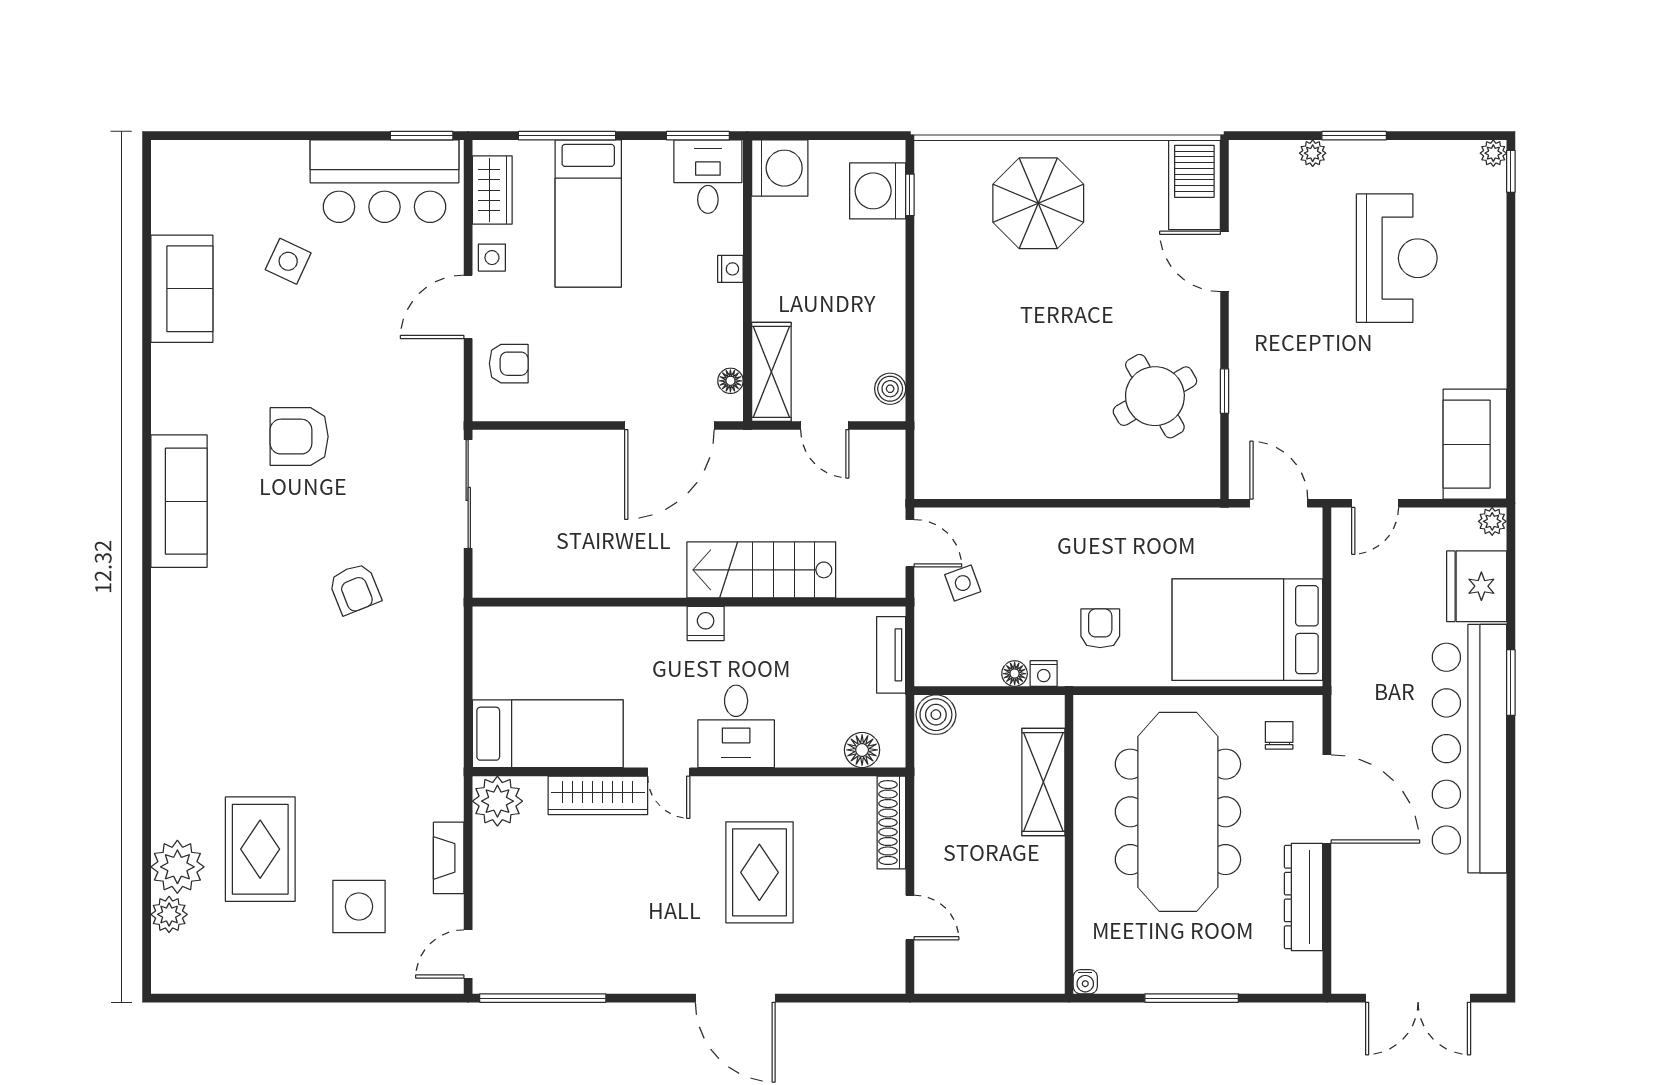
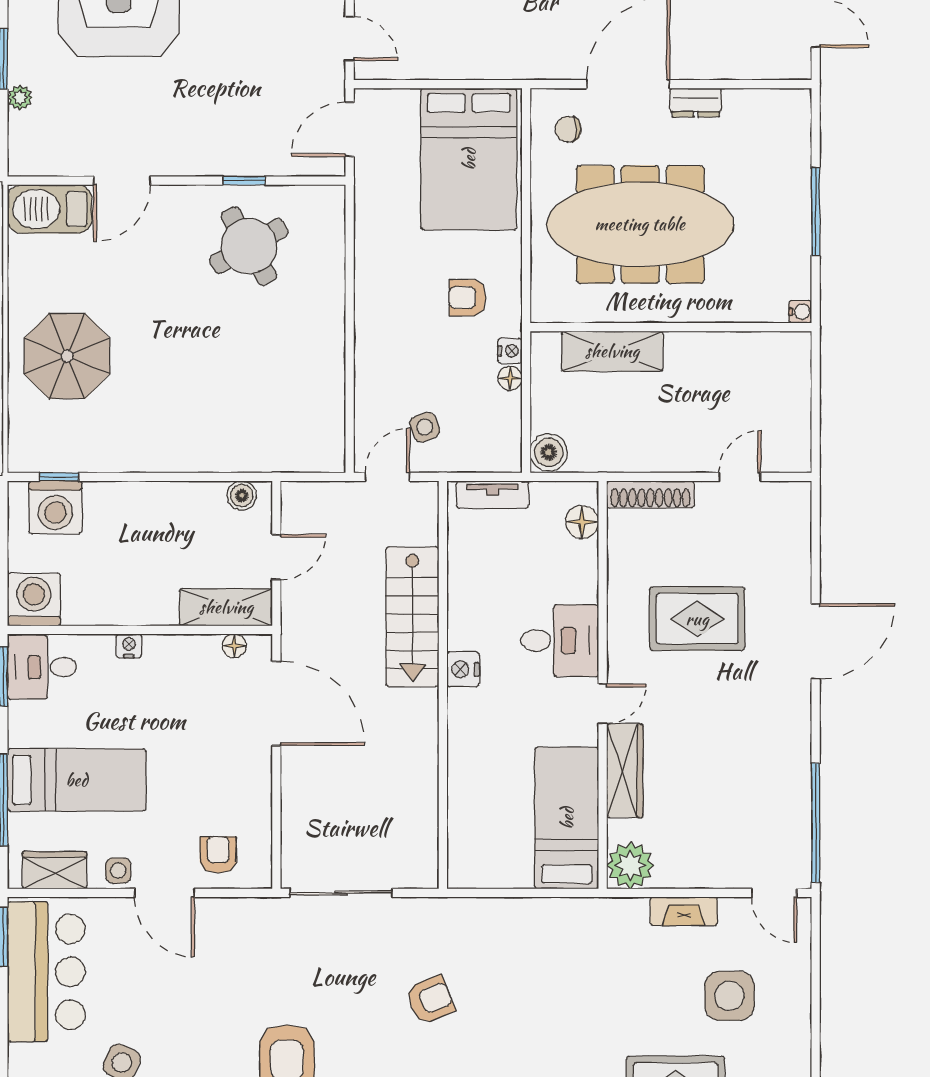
dresser: (1304, 897) -> (696, 103), width x0.51, depth x0.80

